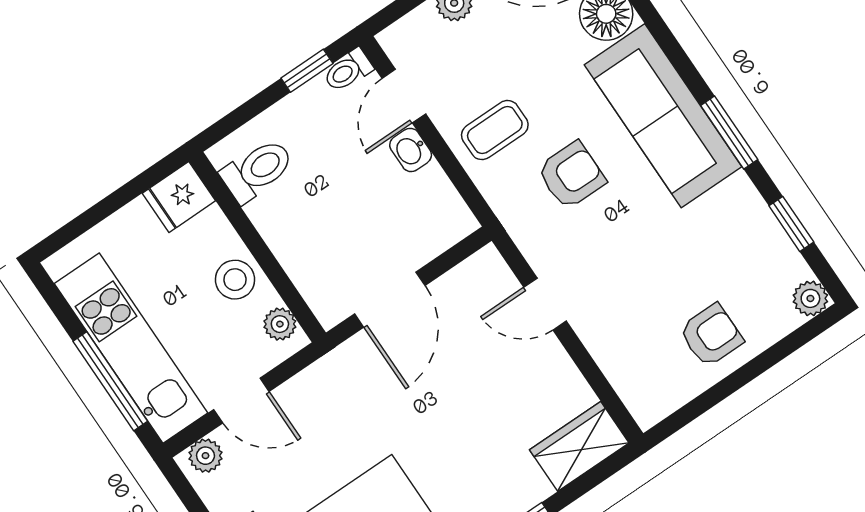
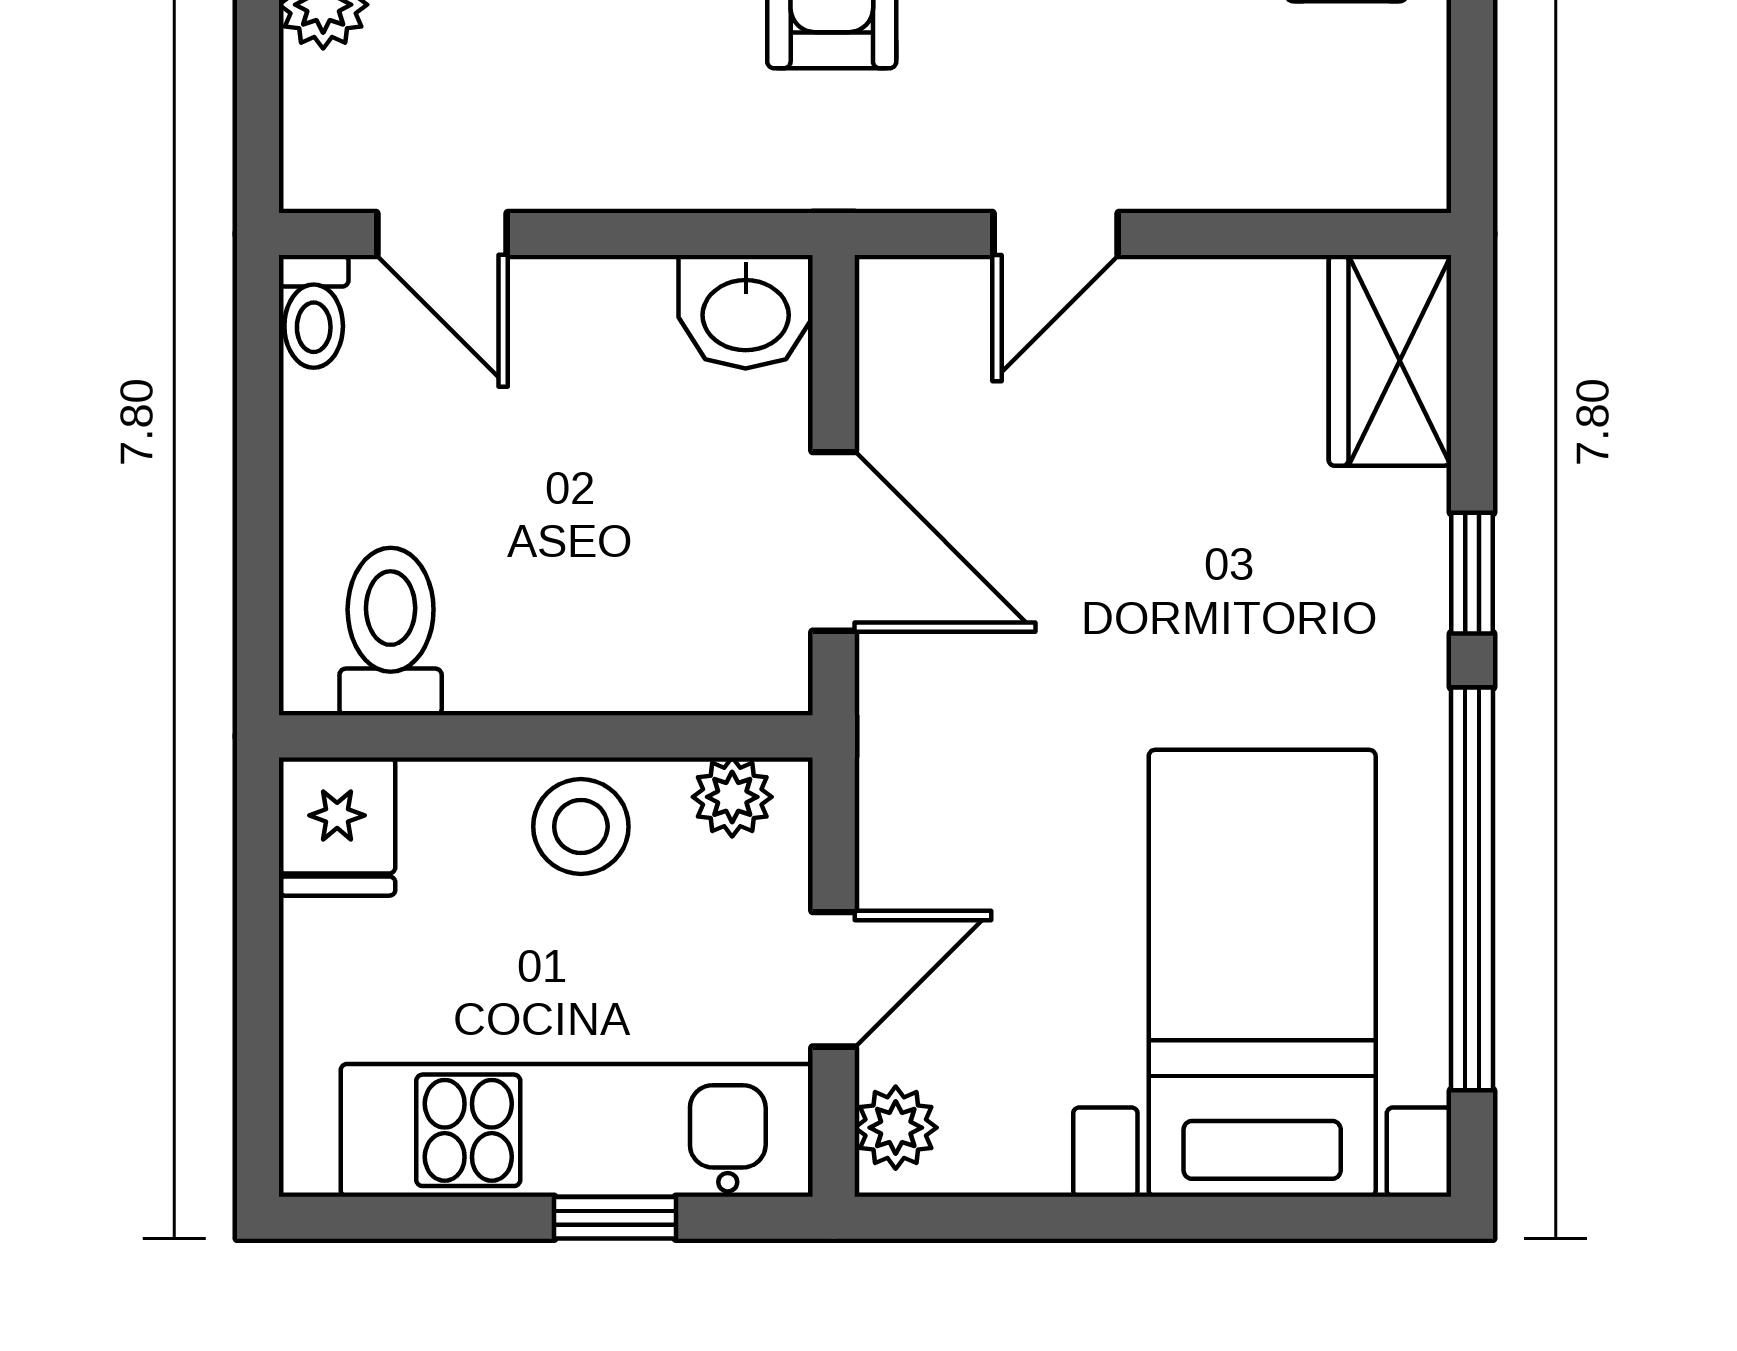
window: (307, 71) -> (258, 395), removed
coffee table: (495, 130) -> (635, 97), removed
washbasin: (411, 150) -> (746, 312), moved, width x1.38, depth x1.45
window: (110, 381) -> (615, 1218), width x0.46

